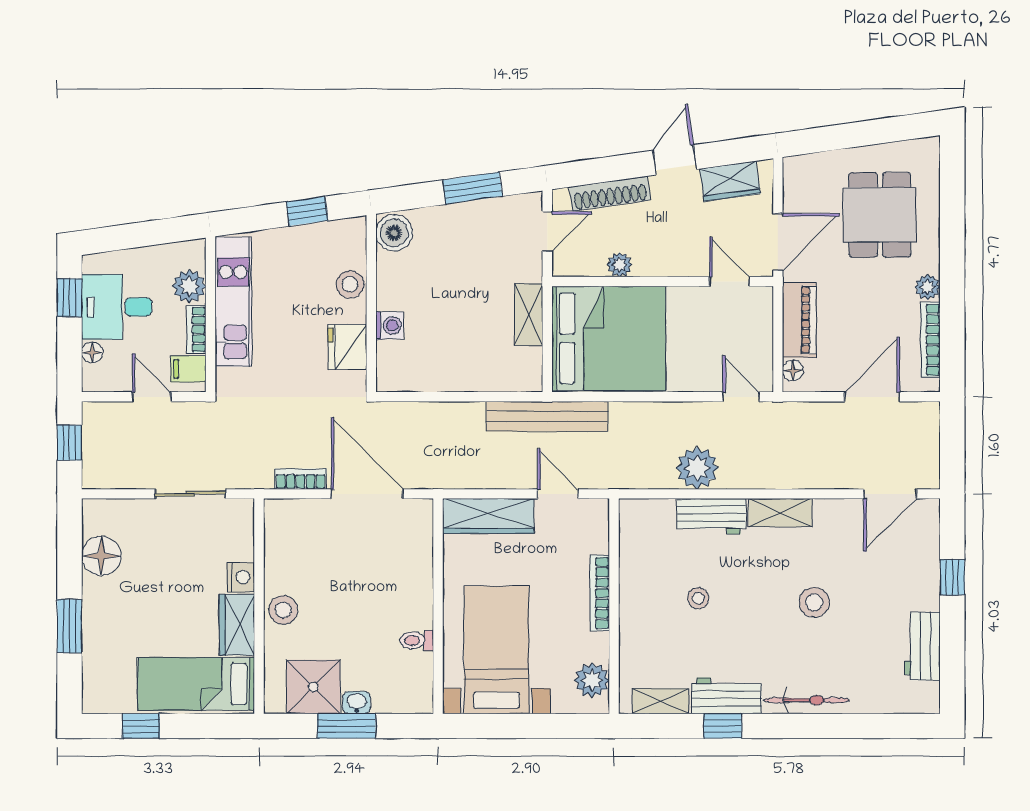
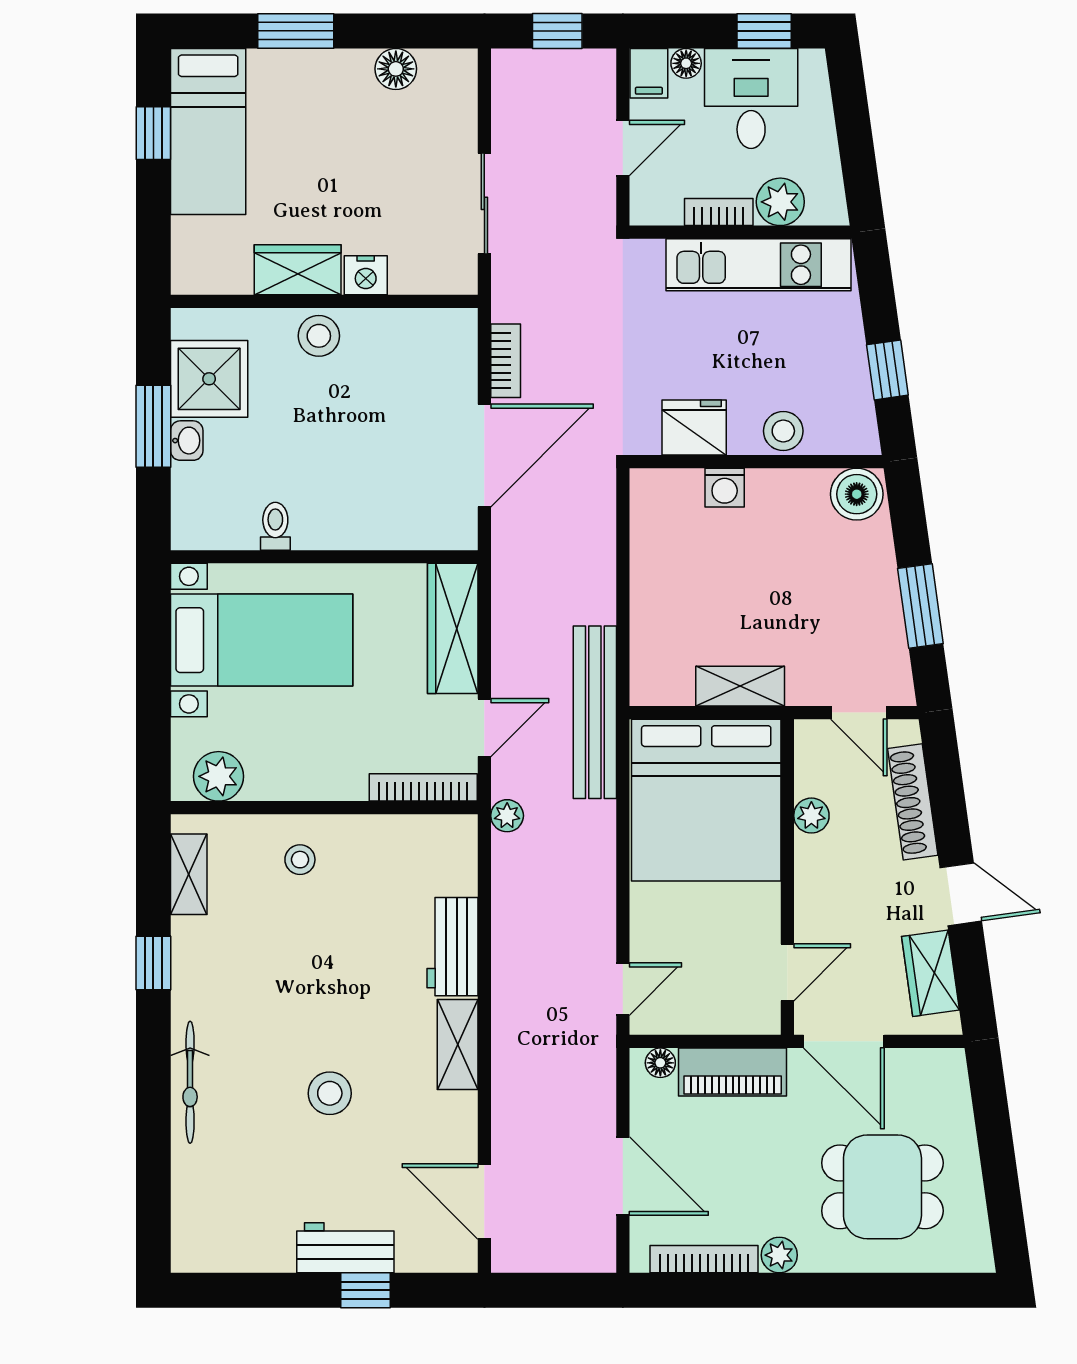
filing cabinet: (188, 369) -> (649, 73), moved, turned 180
plant: (697, 468) -> (507, 816), moved, width x0.53, depth x0.53
floor lamp: (101, 556) -> (396, 69), width x0.73, depth x0.73
bookcase: (600, 593) -> (423, 787), moved
stool: (698, 598) -> (300, 860), moved
workbench: (923, 646) -> (345, 1248), moved
bed: (196, 684) -> (208, 131), moved, turned 180
workbench: (726, 696) -> (196, 968), removed

